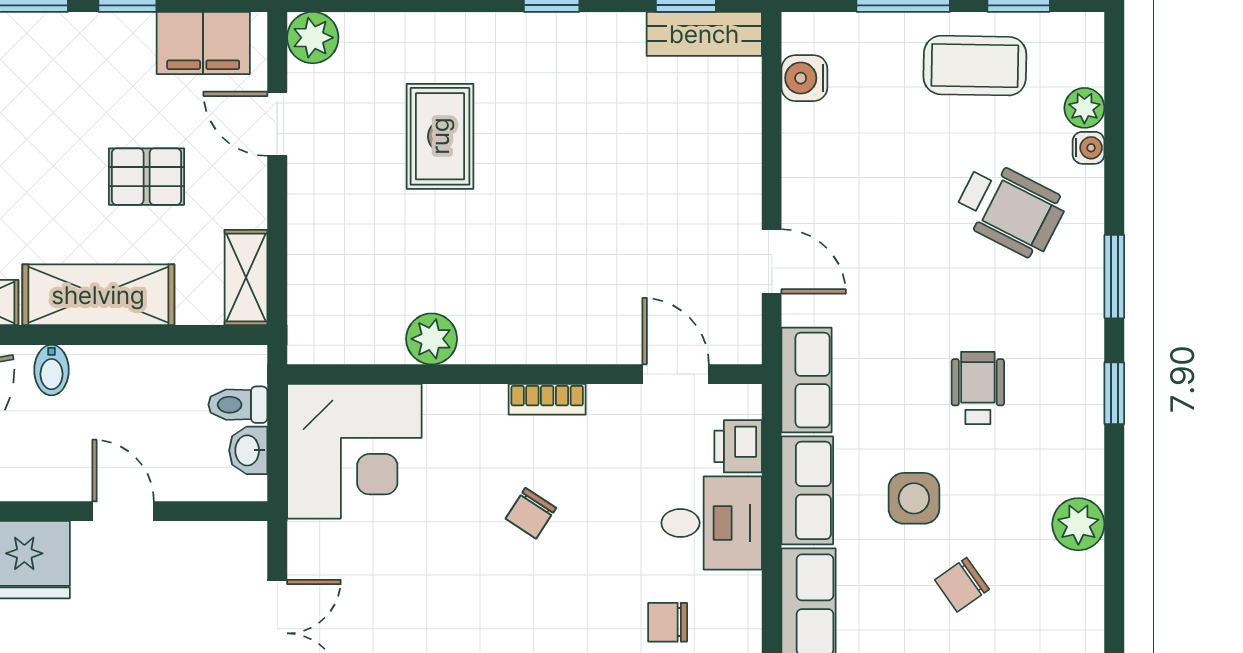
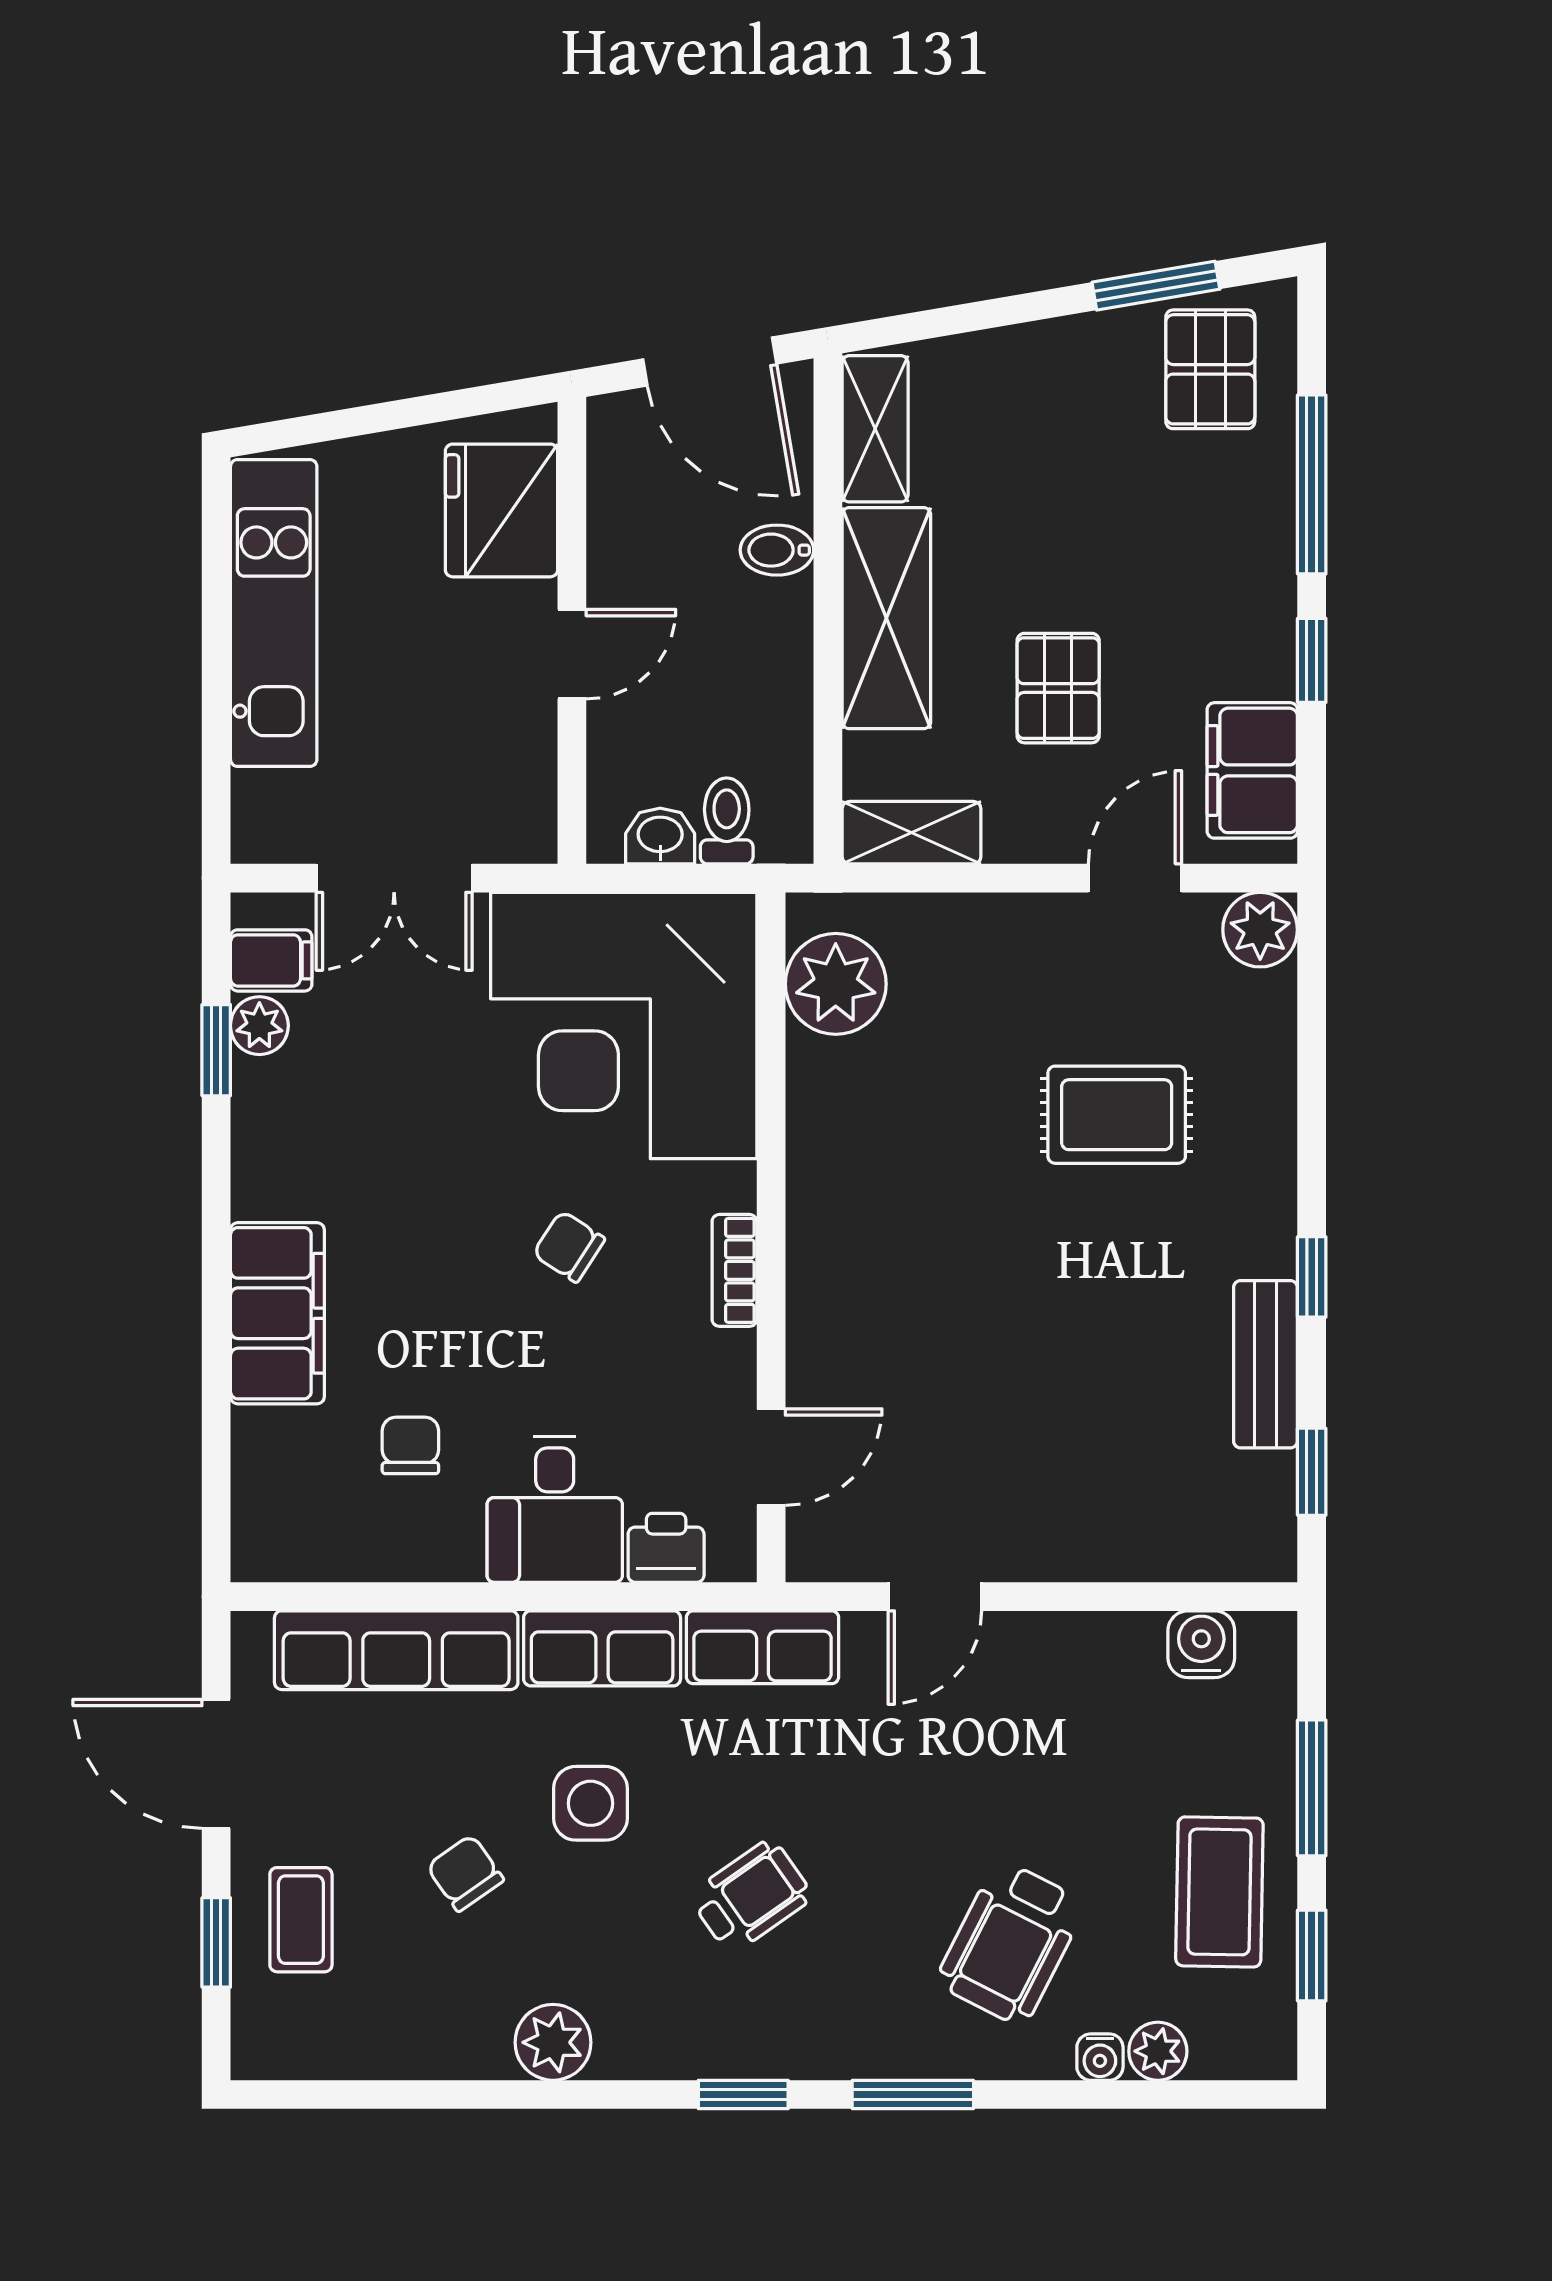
bench: (704, 34) -> (1265, 1364), moved
plant: (432, 339) -> (836, 984), moved, width x1.36, depth x1.36
wheelchair: (978, 388) -> (751, 1896), turned -35
corner desk: (354, 451) -> (624, 1025), width x1.36, depth x1.36

